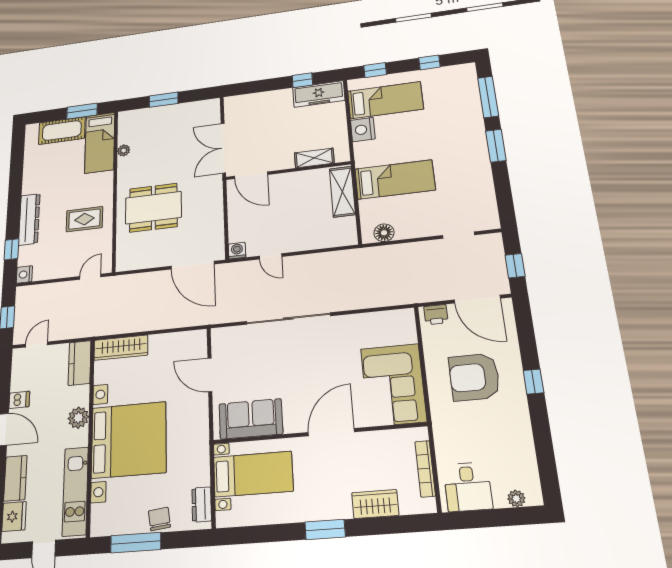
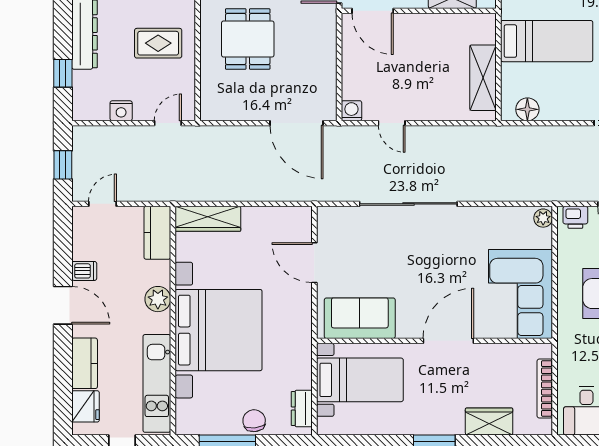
shelving: (342, 192) -> (483, 78), moved
dining table: (153, 208) -> (248, 39), width x0.73
nightstand: (24, 274) -> (121, 111), moved, turned -90
plant: (407, 318) -> (543, 218), added

